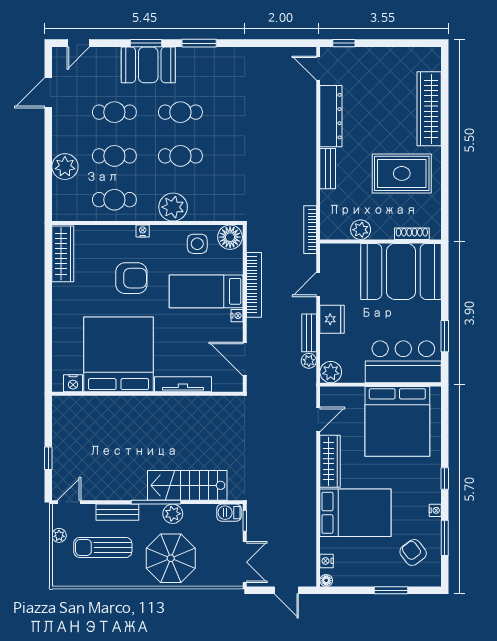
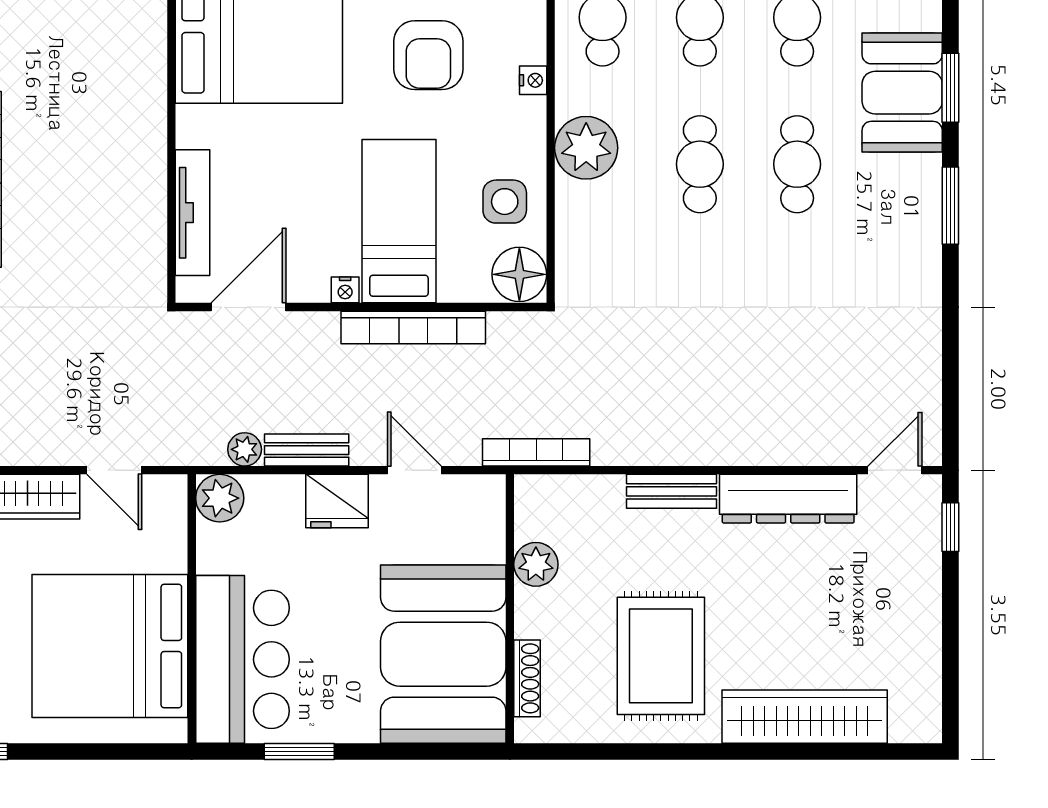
tv unit: (183, 384) -> (193, 213), moved

